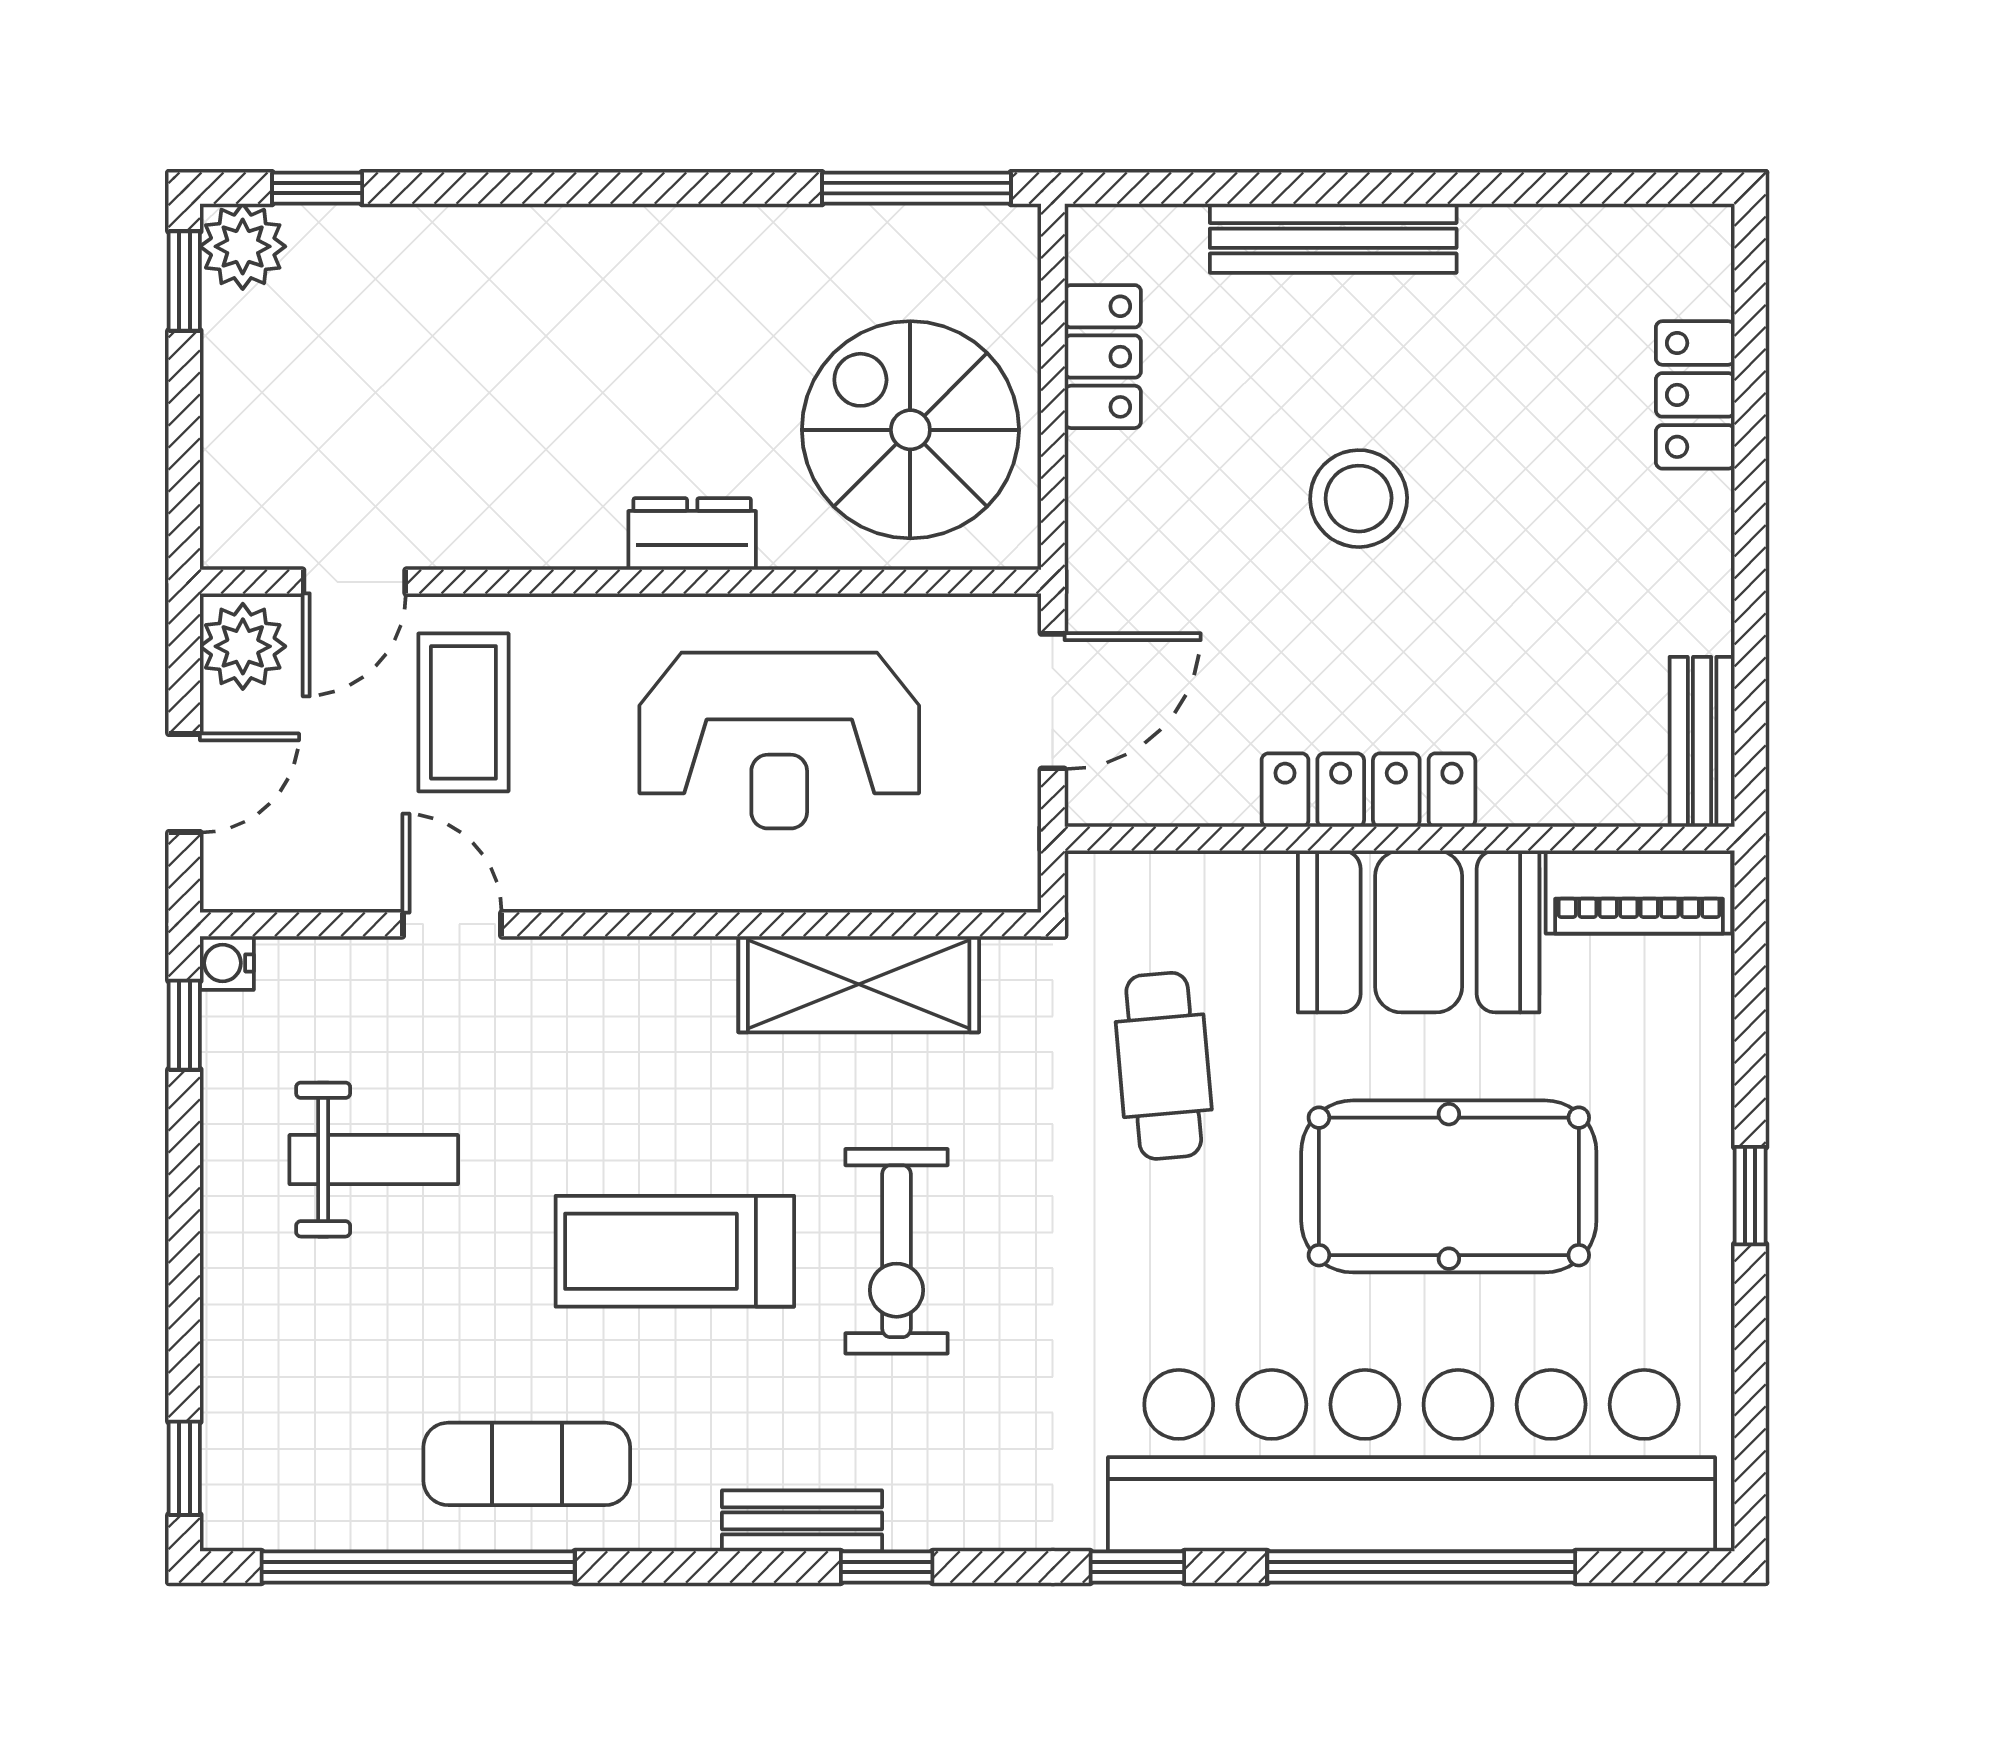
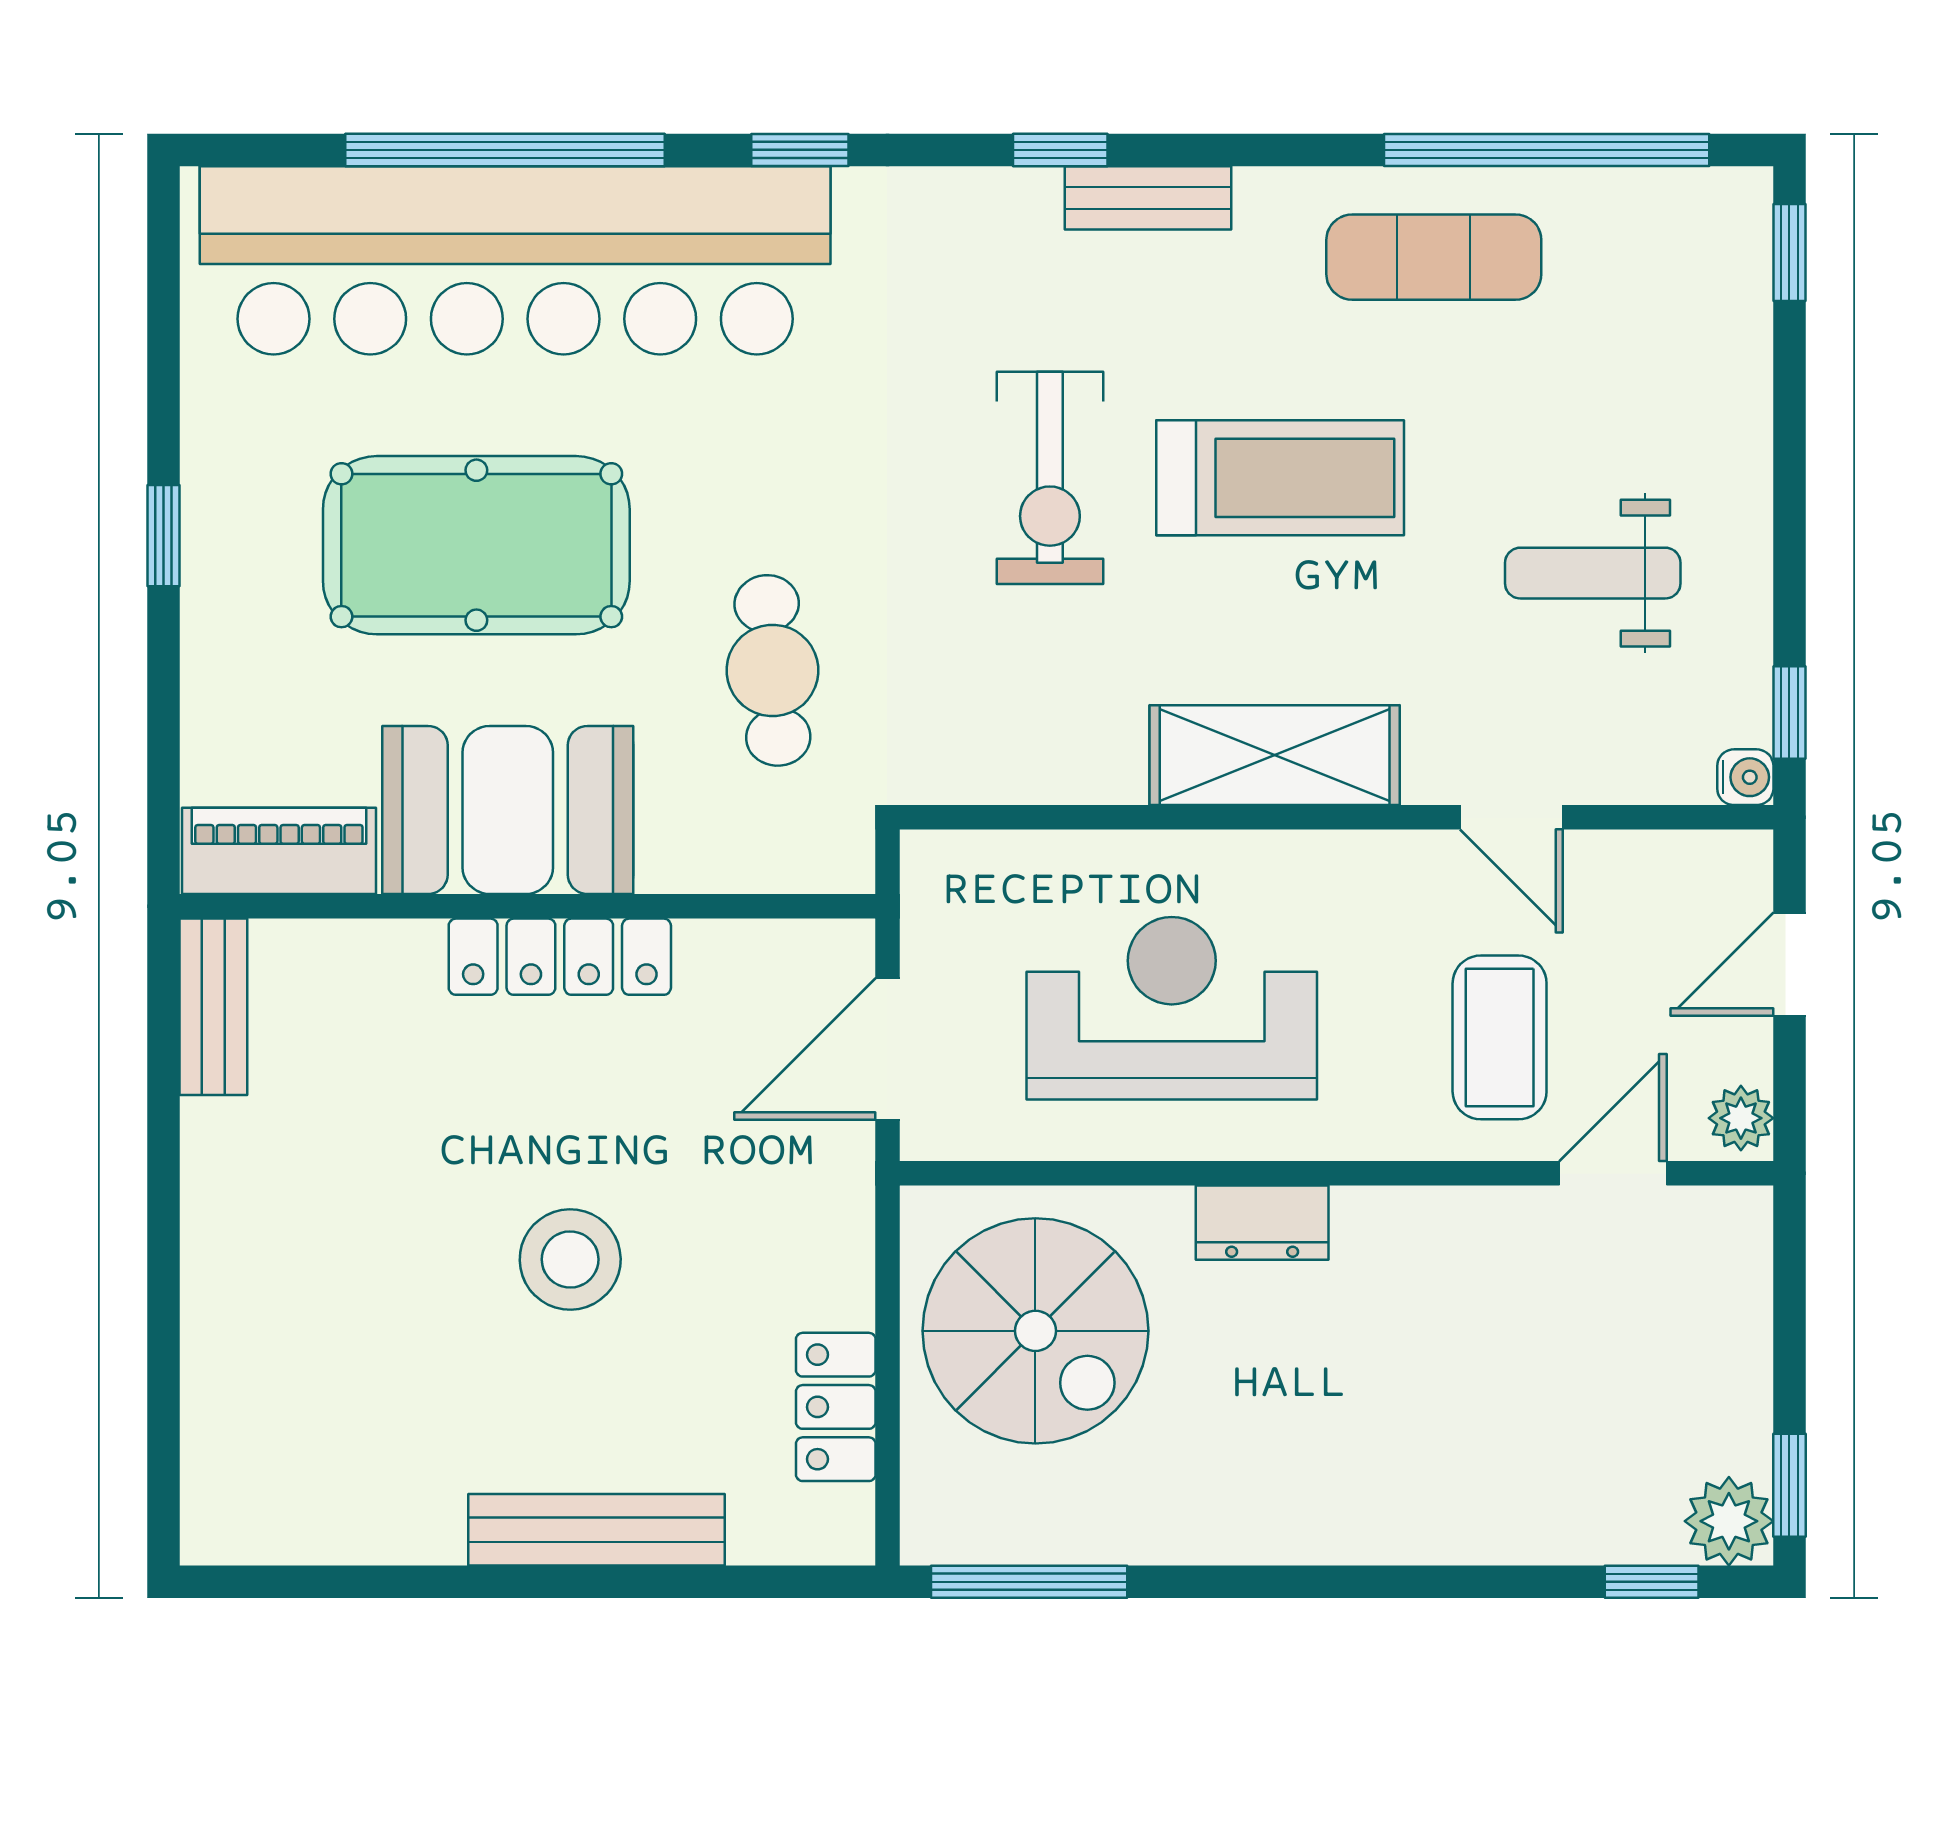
locker: (1695, 395) -> (221, 1367), removed
plant: (243, 646) -> (1741, 1118), width x0.73, depth x0.73
shelving: (859, 984) -> (1275, 755), moved
exercise bike: (897, 1251) -> (1050, 478), turned 180

